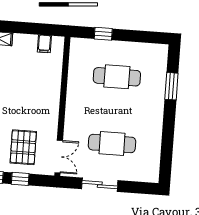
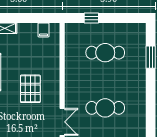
pallet: (23, 147) -> (30, 89), moved

